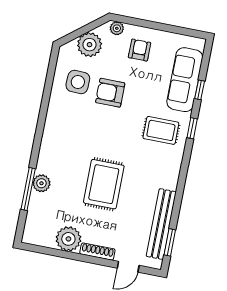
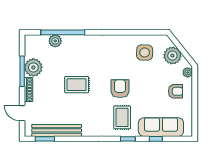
armchair: (110, 93) -> (120, 89), moved
plant: (41, 183) -> (55, 41), moved
rug: (104, 184) -> (77, 85), width x0.73, depth x0.70
window: (28, 189) -> (63, 32), width x1.46
window: (71, 255) -> (22, 71), added

